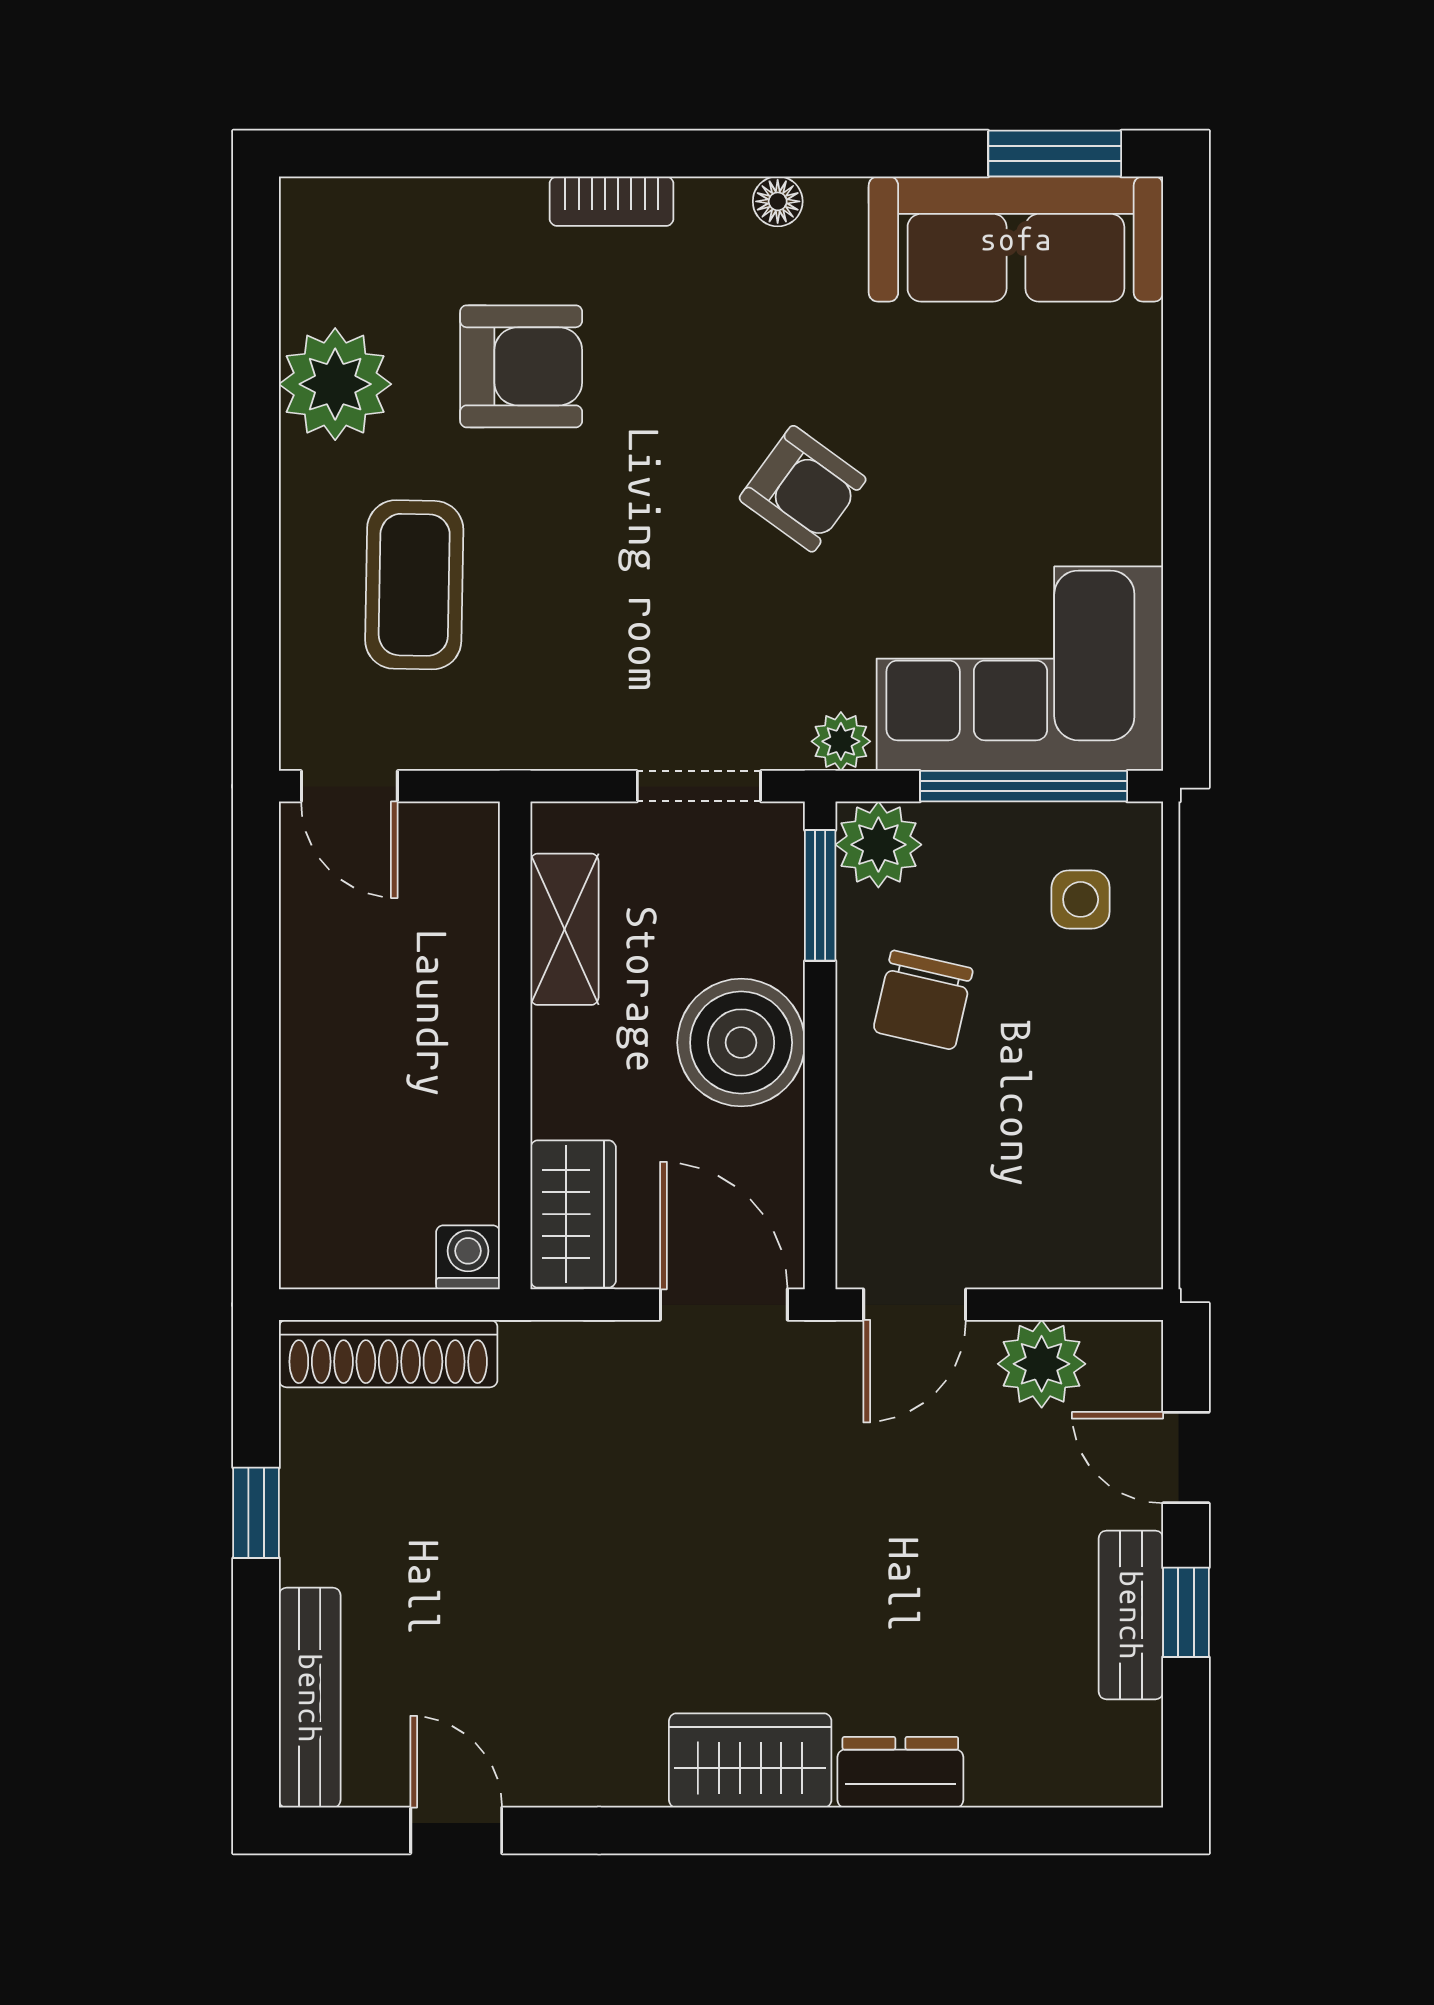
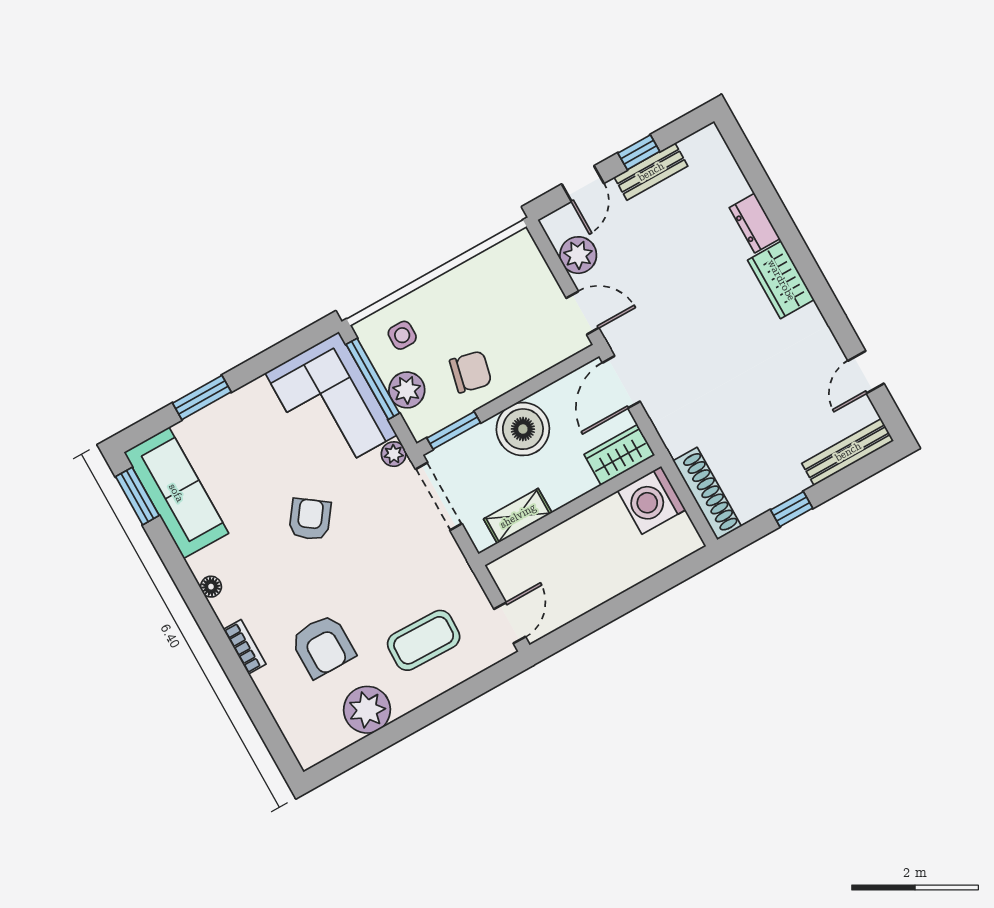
armchair: (521, 366) -> (323, 646), turned 180
window: (1186, 405) -> (202, 397), added
doorway: (699, 786) -> (439, 496), width x1.38
plant: (878, 845) -> (407, 390), moved
washing machine: (468, 1257) -> (652, 500), width x1.89, depth x1.89

